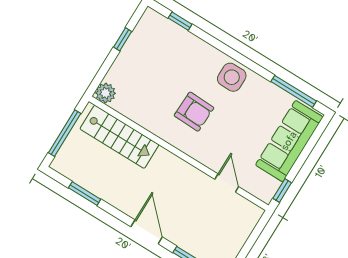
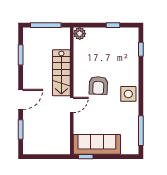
stairs: (119, 137) -> (61, 73), moved
sofa: (289, 141) -> (97, 144), moved
door: (227, 183) -> (72, 105), moved

